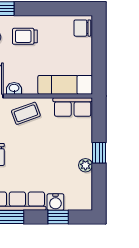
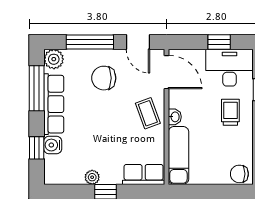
chair: (82, 28) -> (239, 174), turned -90
washbasin: (14, 88) -> (175, 117), moved
row of seats: (73, 107) -> (144, 174), moved, turned 90

